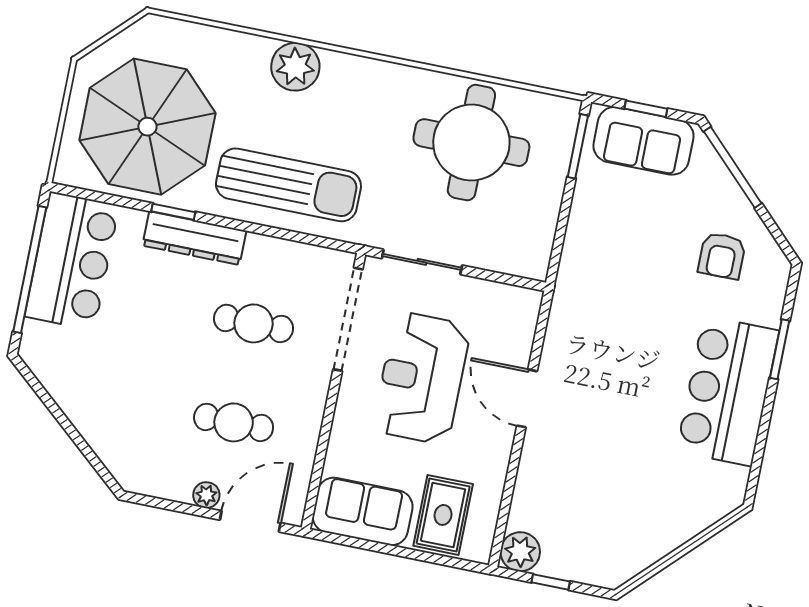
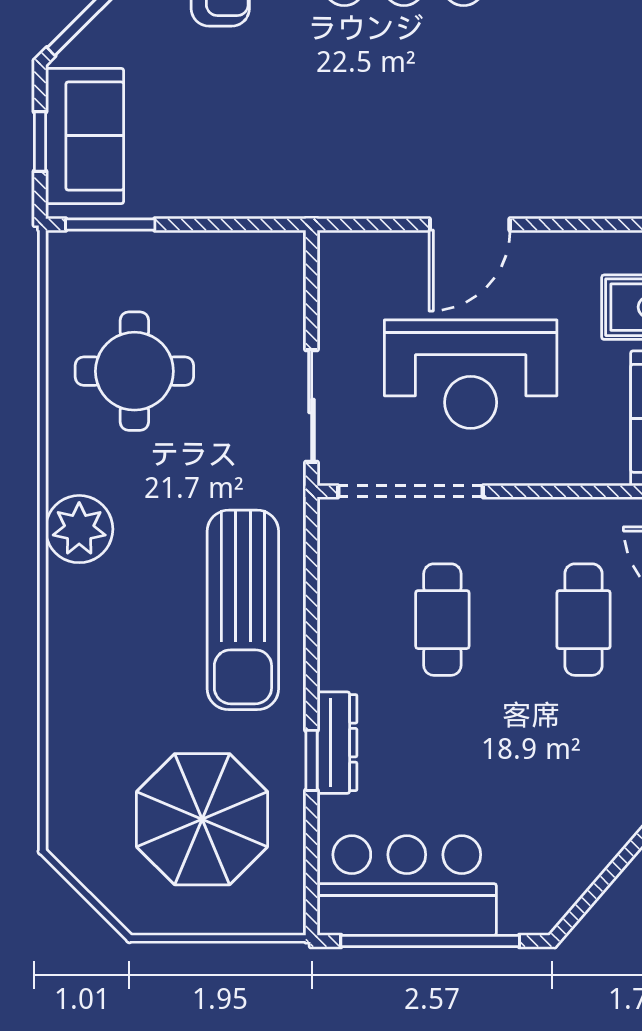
plant: (295, 67) -> (79, 529), moved
parasol: (147, 127) -> (202, 819), width x0.73, depth x0.73
round table: (471, 143) -> (134, 371), width x0.73, depth x0.73
sun lounger: (288, 185) -> (243, 610), turned 180
dresser: (194, 238) -> (337, 743), width x0.73, depth x0.80

